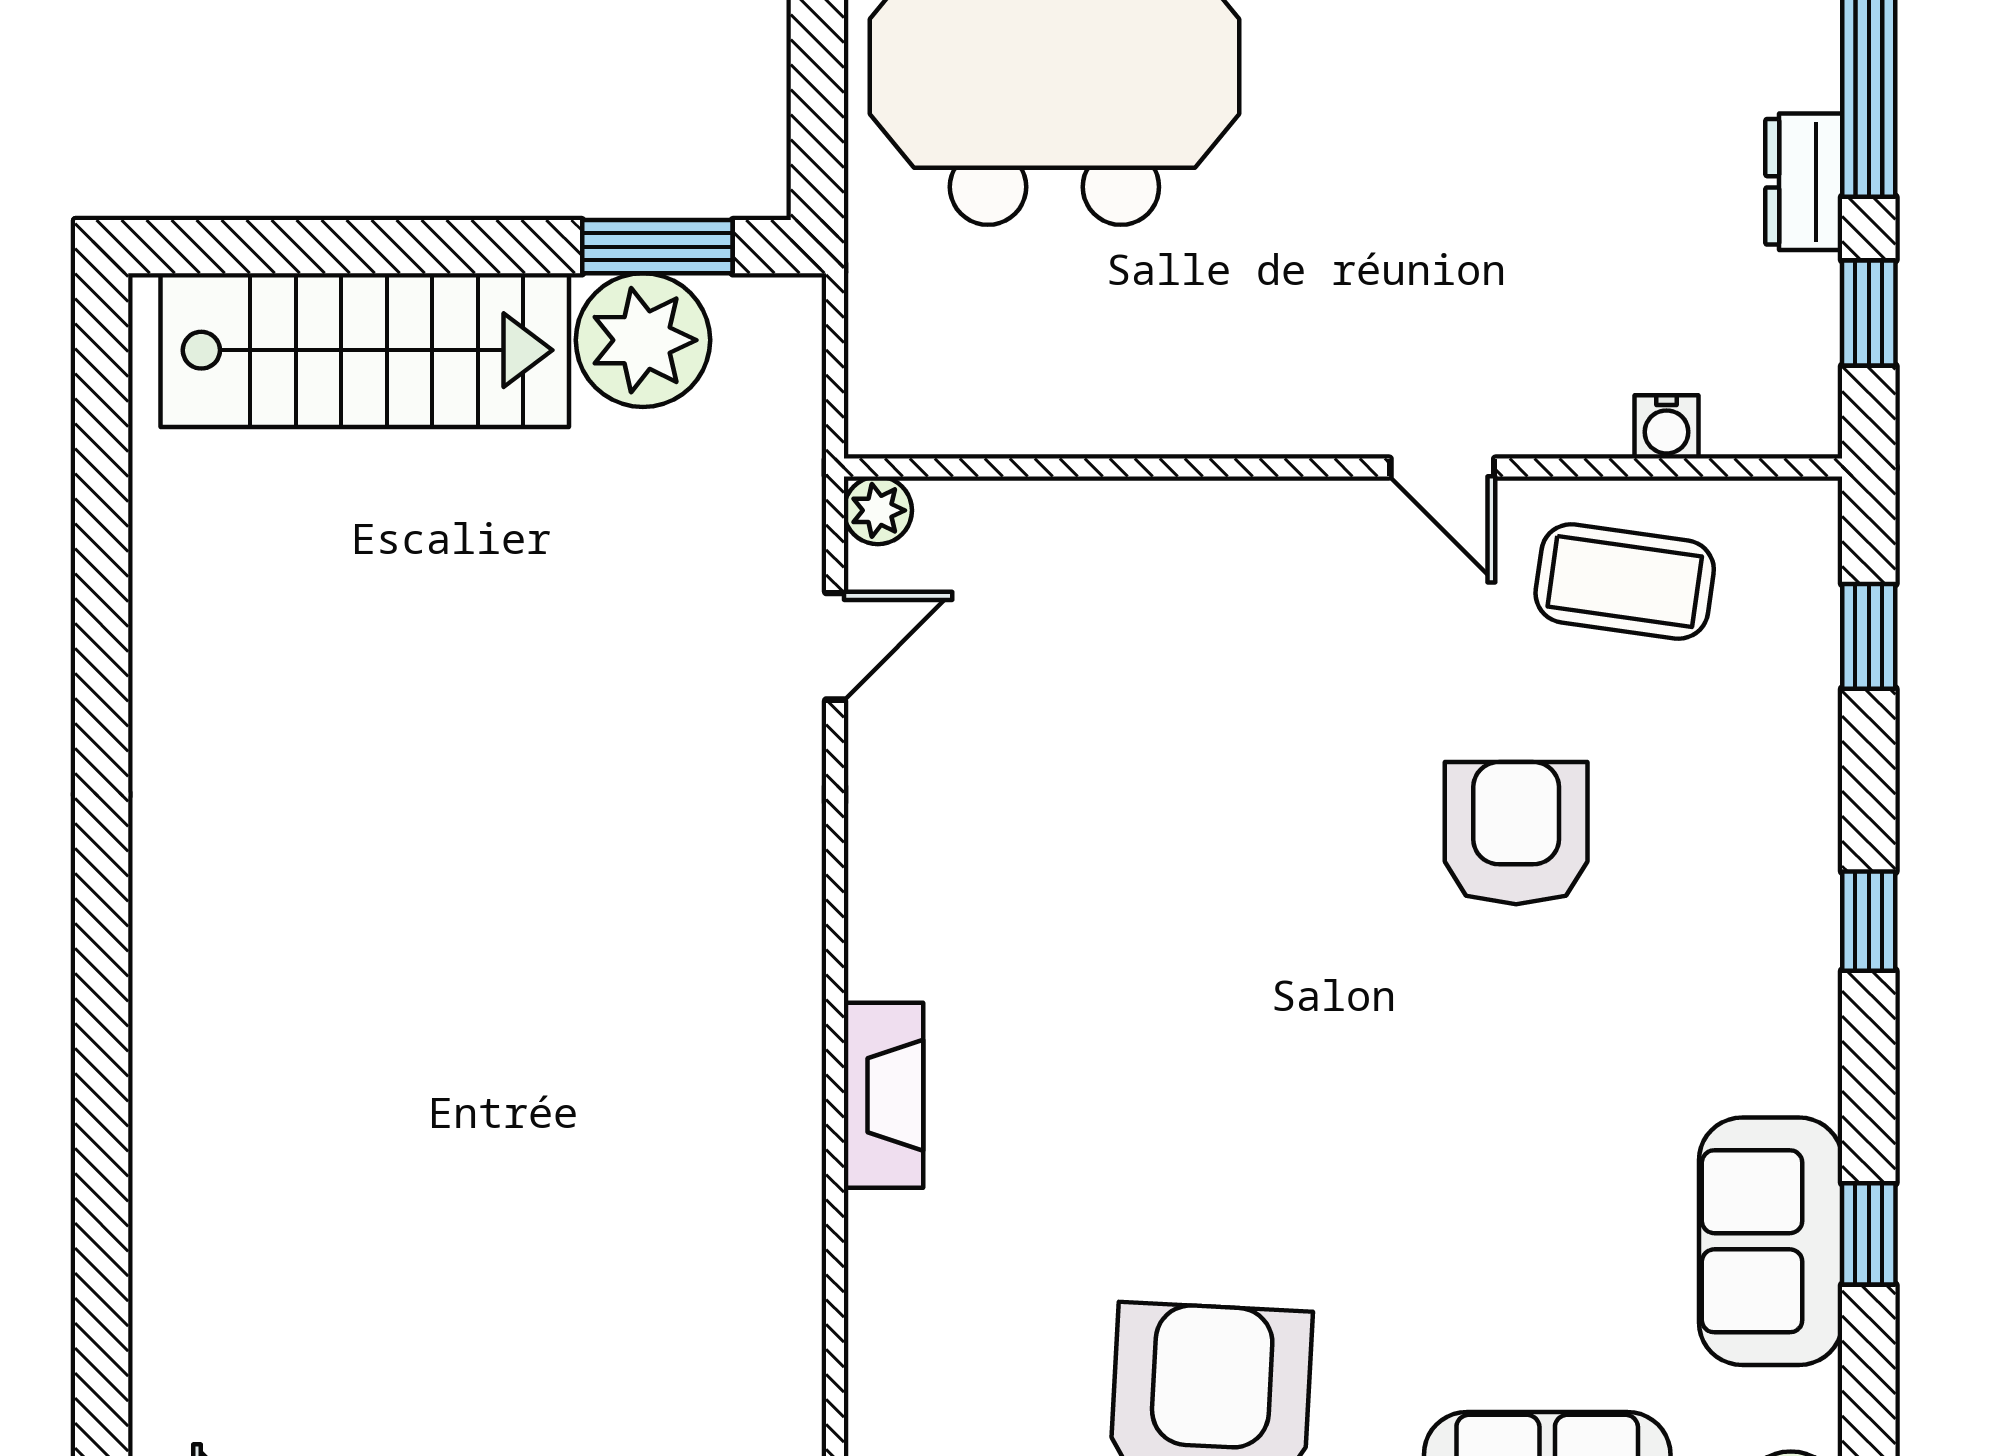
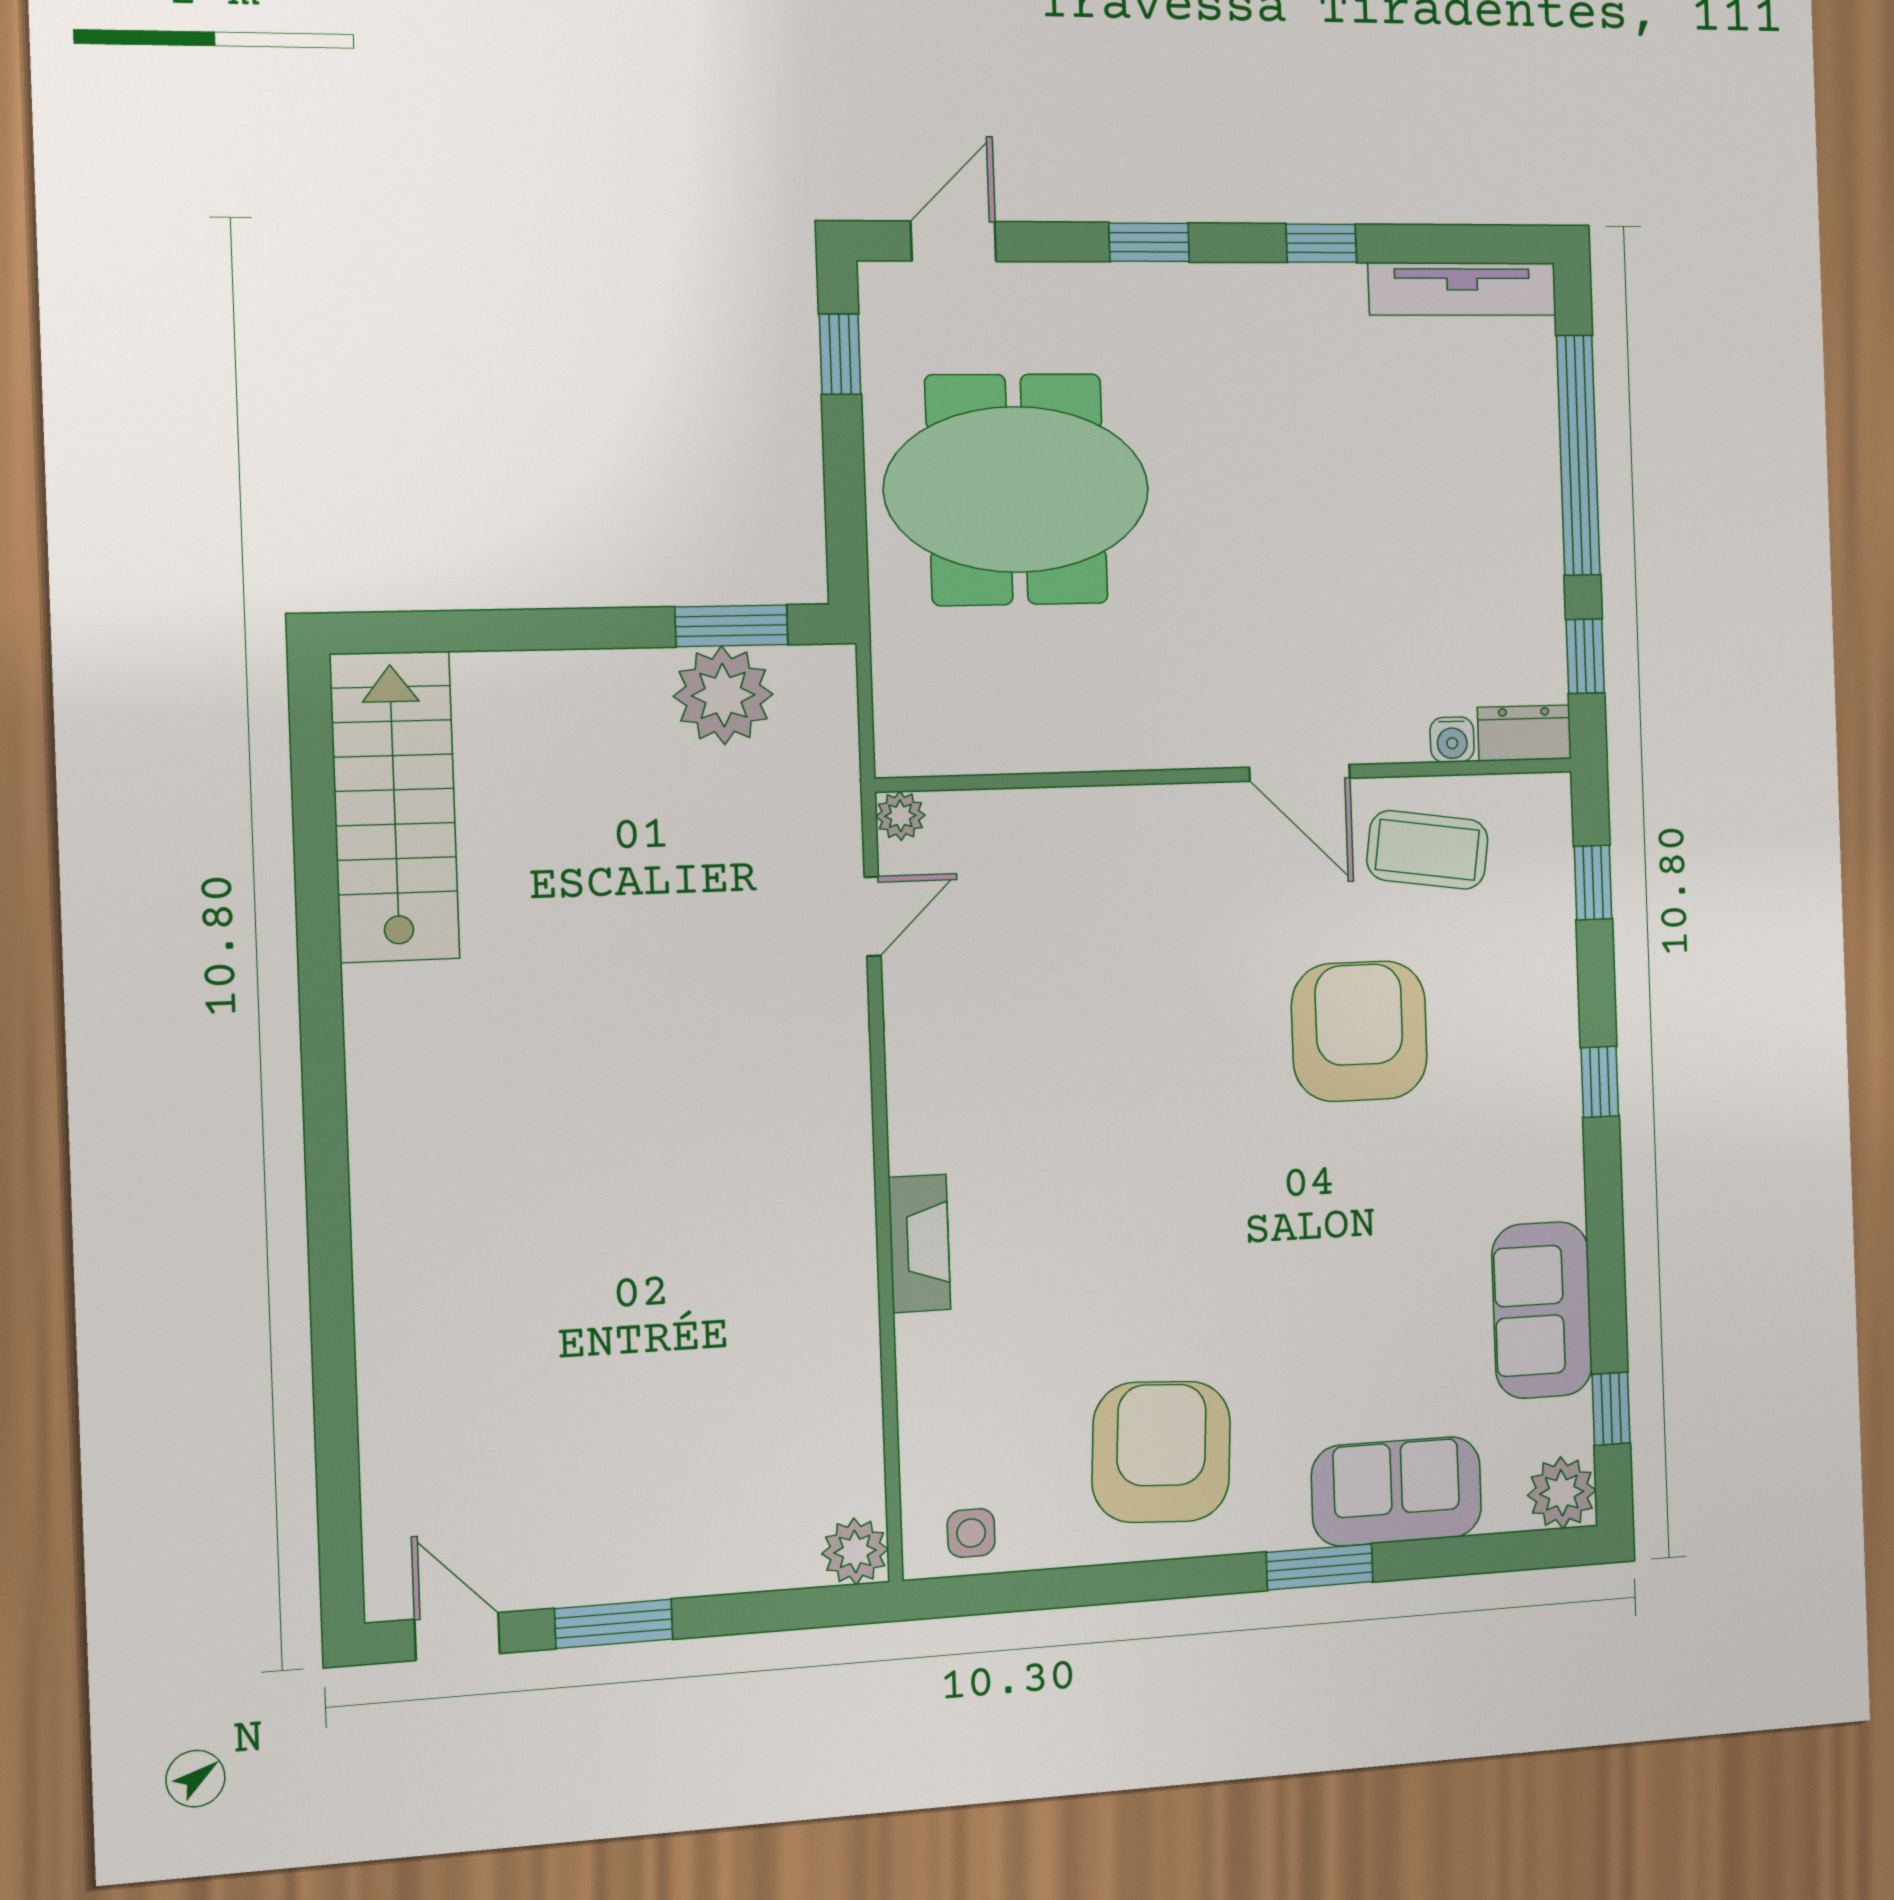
dresser: (1804, 182) -> (1524, 733), moved, turned 90
stairs: (365, 350) -> (395, 807), moved, turned -90
door: (1442, 468) -> (1300, 773), width x1.38
armchair: (1516, 833) -> (1359, 1031), width x1.36, depth x1.36
window: (1869, 1234) -> (1611, 1409), moved

